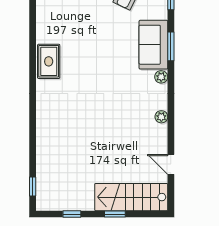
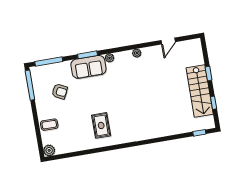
rug: (49, 61) -> (101, 125), moved, turned 90
stairs: (131, 197) -> (200, 91), moved

